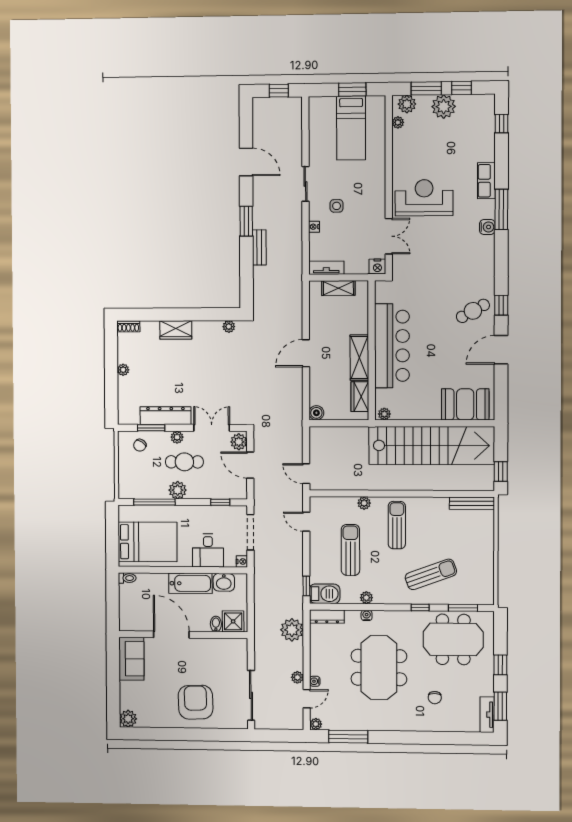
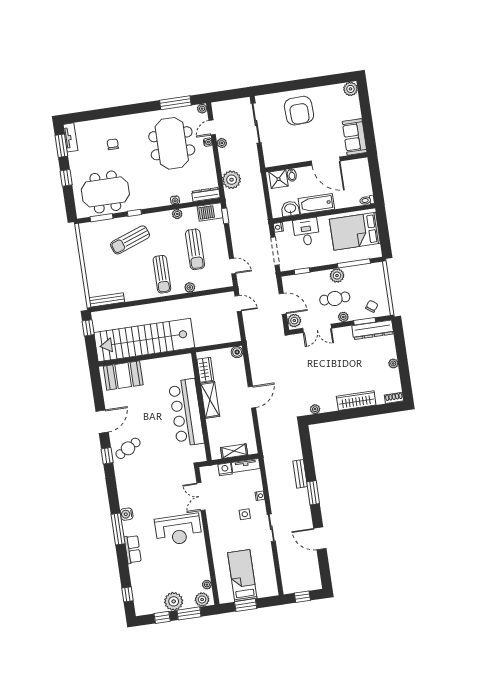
nightstand: (377, 267) -> (225, 469), moved
wardrobe: (176, 330) -> (356, 401), width x1.50
plant: (384, 414) -> (184, 359), removed
dresser: (165, 416) -> (373, 330), moved
meeting table: (379, 667) -> (172, 143), moved

